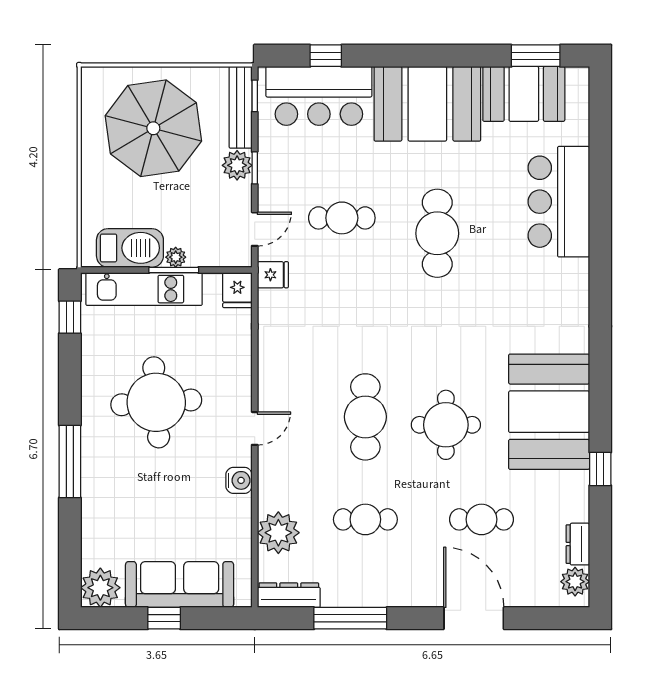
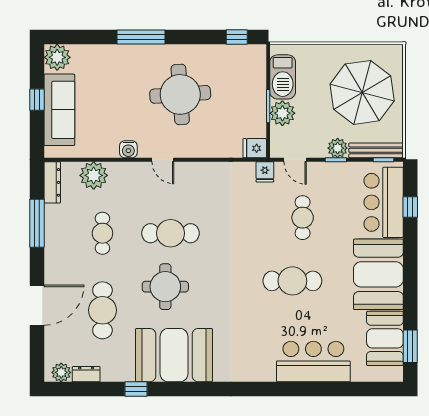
plant: (176, 257) -> (282, 113), width x1.88, depth x1.88
kitchen unit: (144, 289) -> (255, 86), removed
cafe table: (481, 519) -> (102, 310), width x1.37, depth x1.35

